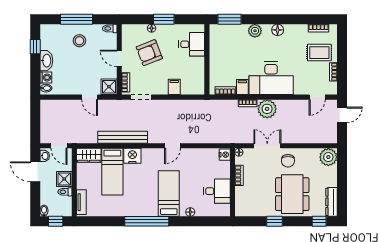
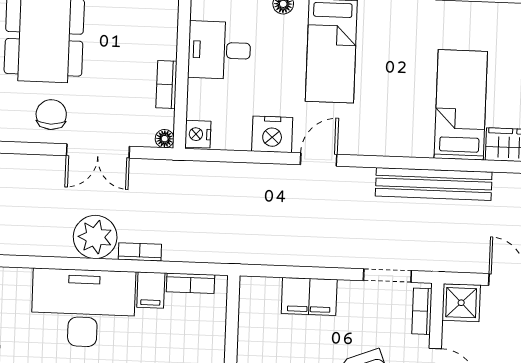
filing cabinet: (174, 87) -> (309, 296), width x2.00
nightstand: (132, 156) -> (272, 134), moved

